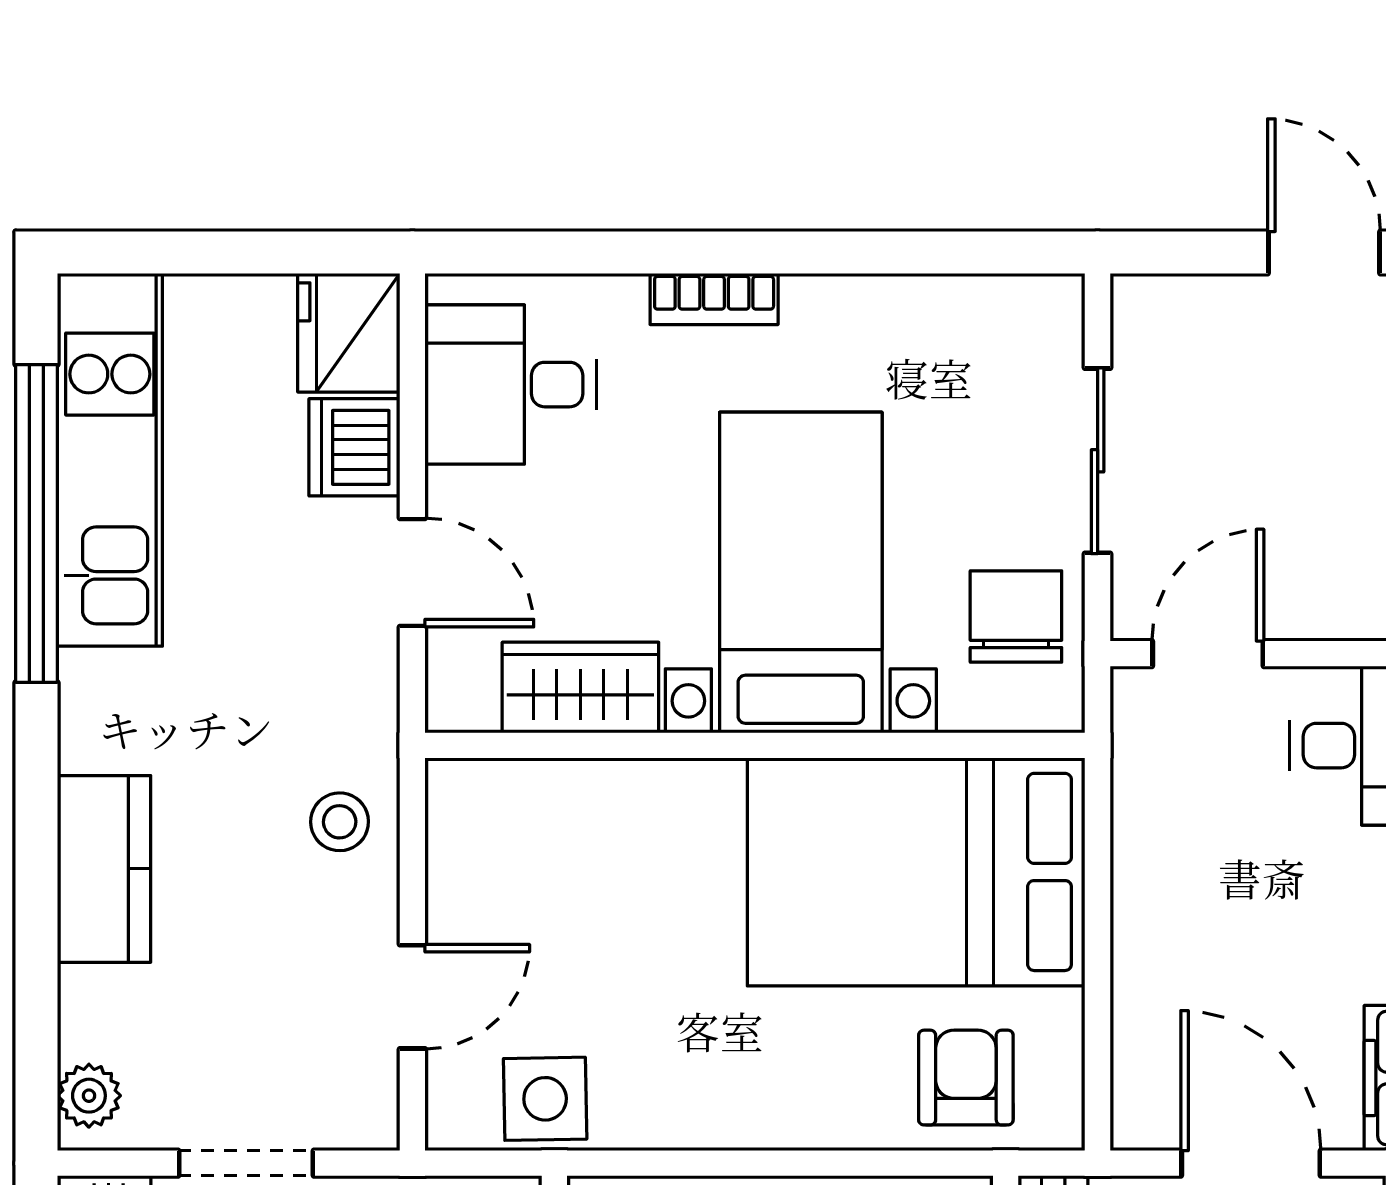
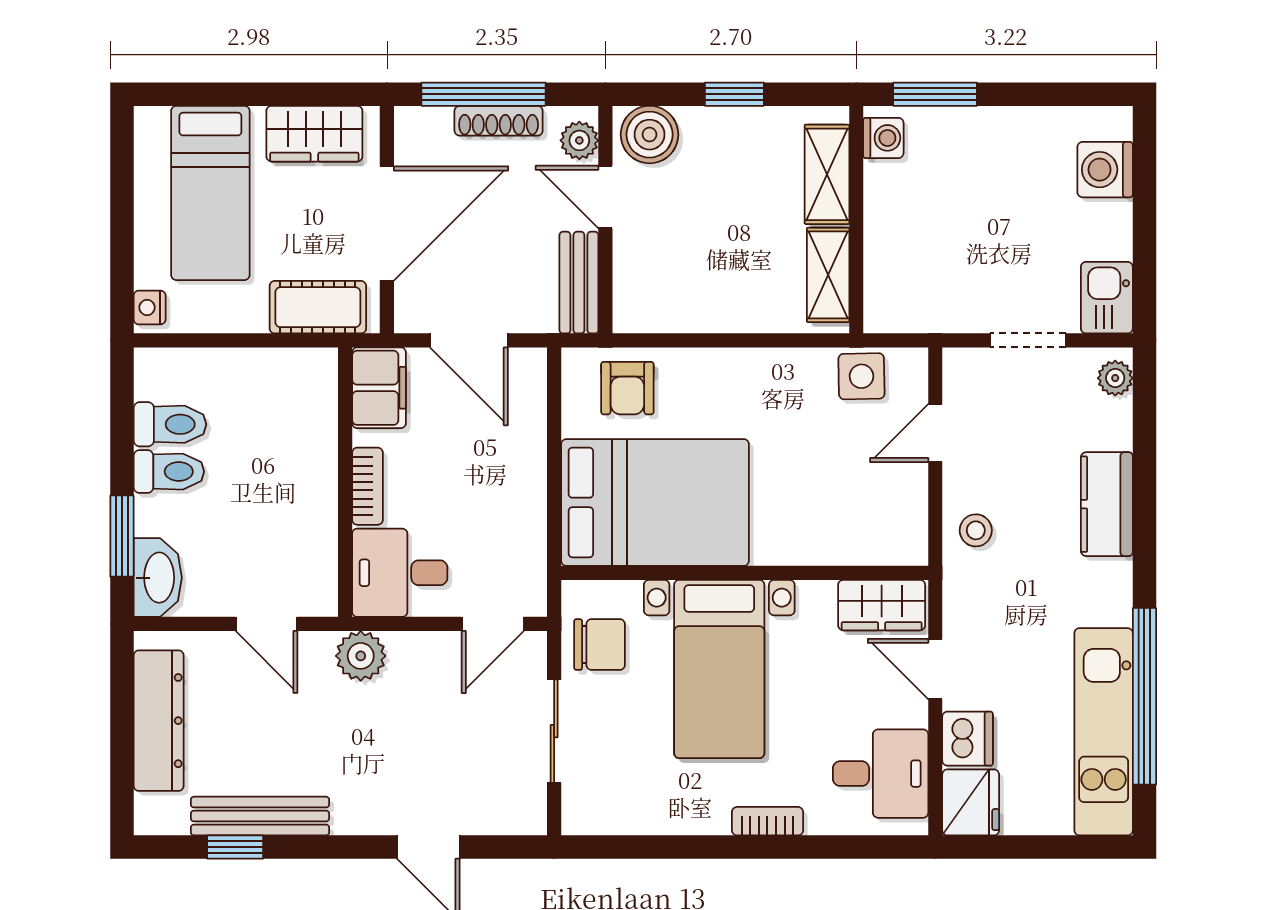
chair: (1016, 616) -> (600, 645), turned -90
wardrobe: (580, 688) -> (882, 605), moved

